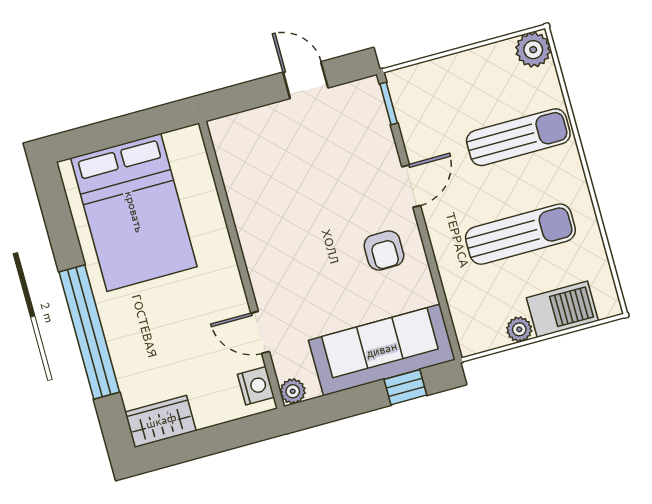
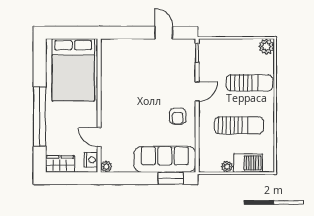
wall: (242, 265) -> (99, 105), moved
door: (260, 332) -> (99, 137), moved
nightstand: (256, 386) -> (91, 160), moved
window: (405, 387) -> (171, 178), width x1.50
plant: (293, 391) -> (106, 167), moved

